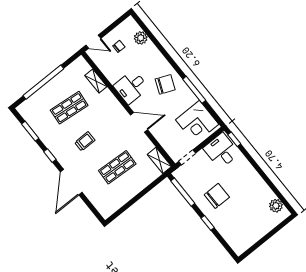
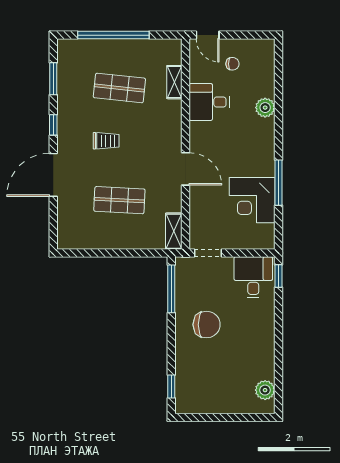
plant: (141, 38) -> (265, 108), moved
chair: (165, 84) -> (250, 150), removed
desk: (131, 87) -> (209, 102), moved
corner desk: (197, 122) -> (252, 200), moved
window: (208, 223) -> (171, 387), moved

